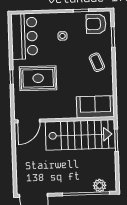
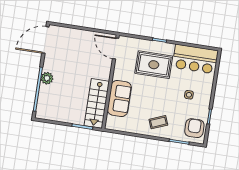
rug: (38, 78) -> (154, 65), turned 90
sofa: (95, 107) -> (119, 98), moved
stairs: (80, 135) -> (97, 103), width x0.73, depth x0.66
plant: (100, 186) -> (47, 78), moved

